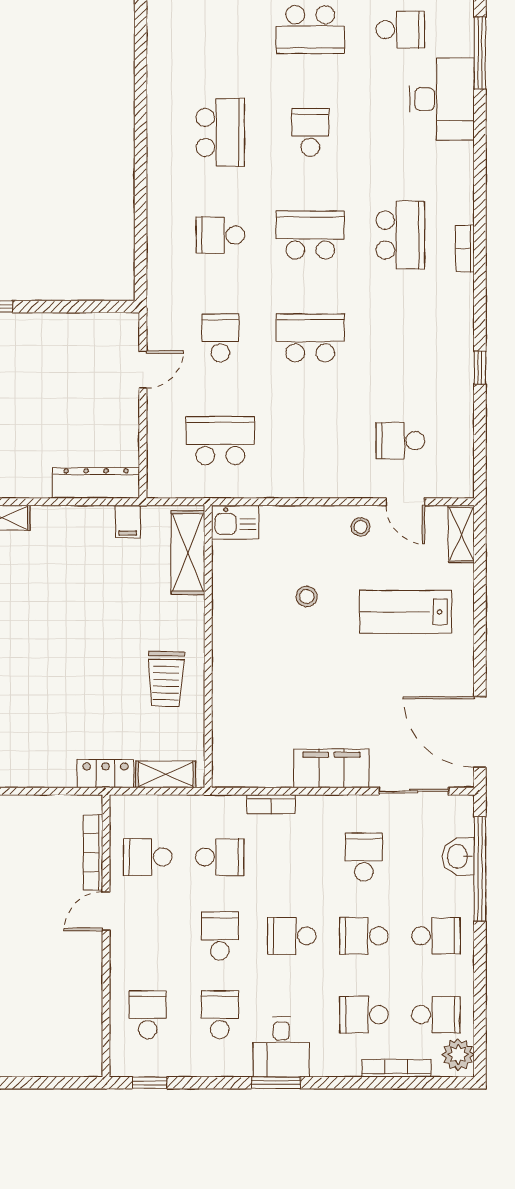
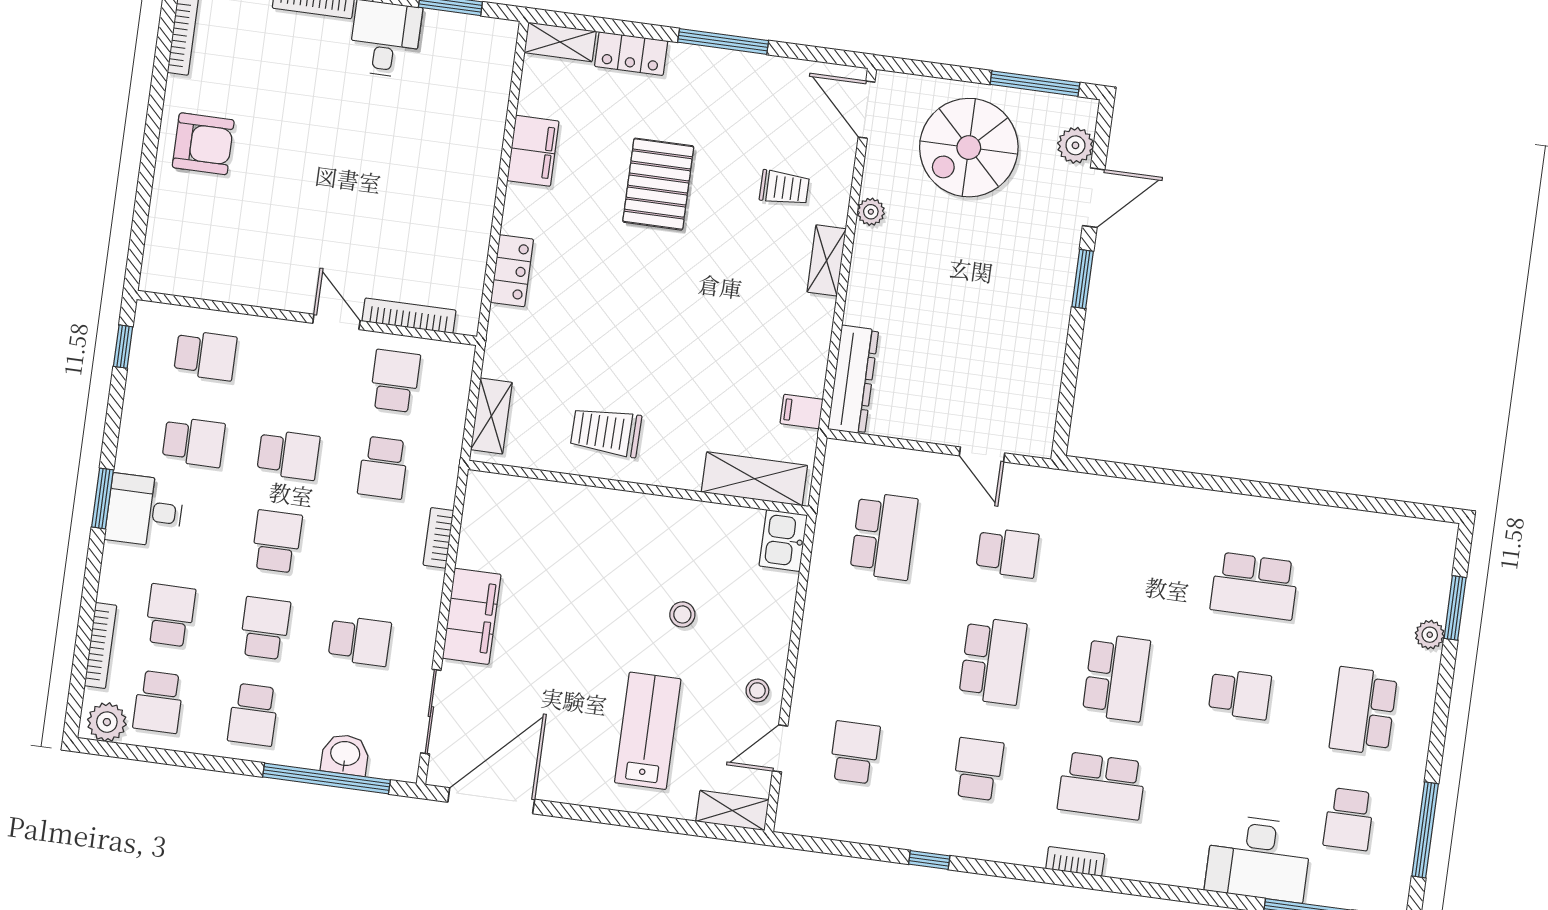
school desk: (220, 235) -> (978, 769), moved
locker: (105, 774) -> (512, 271), moved

